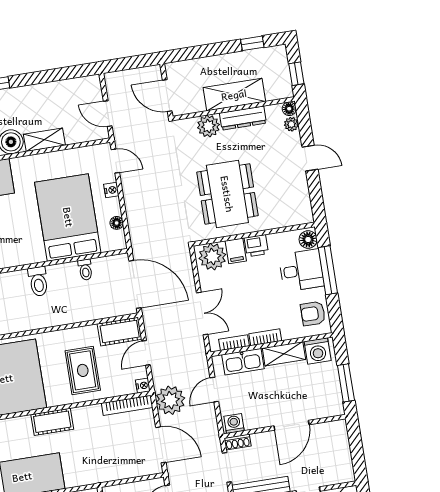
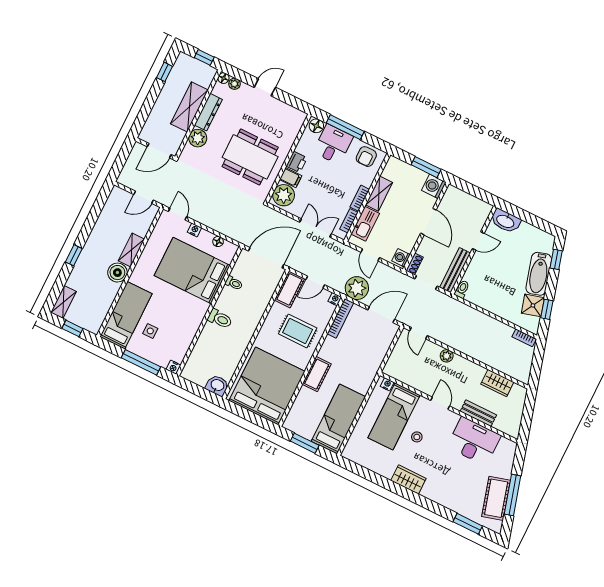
door: (115, 161) -> (178, 214), hinge flipped
washing machine: (318, 351) -> (434, 186), moved, turned 180
door: (146, 353) -> (315, 282), hinge flipped

